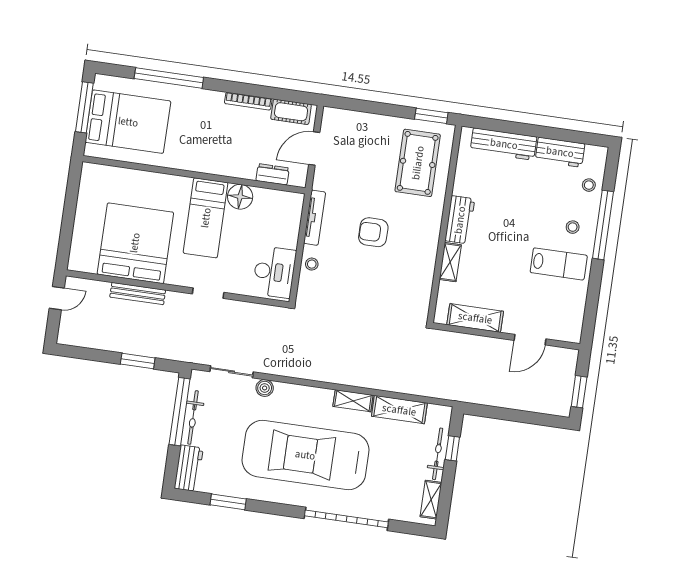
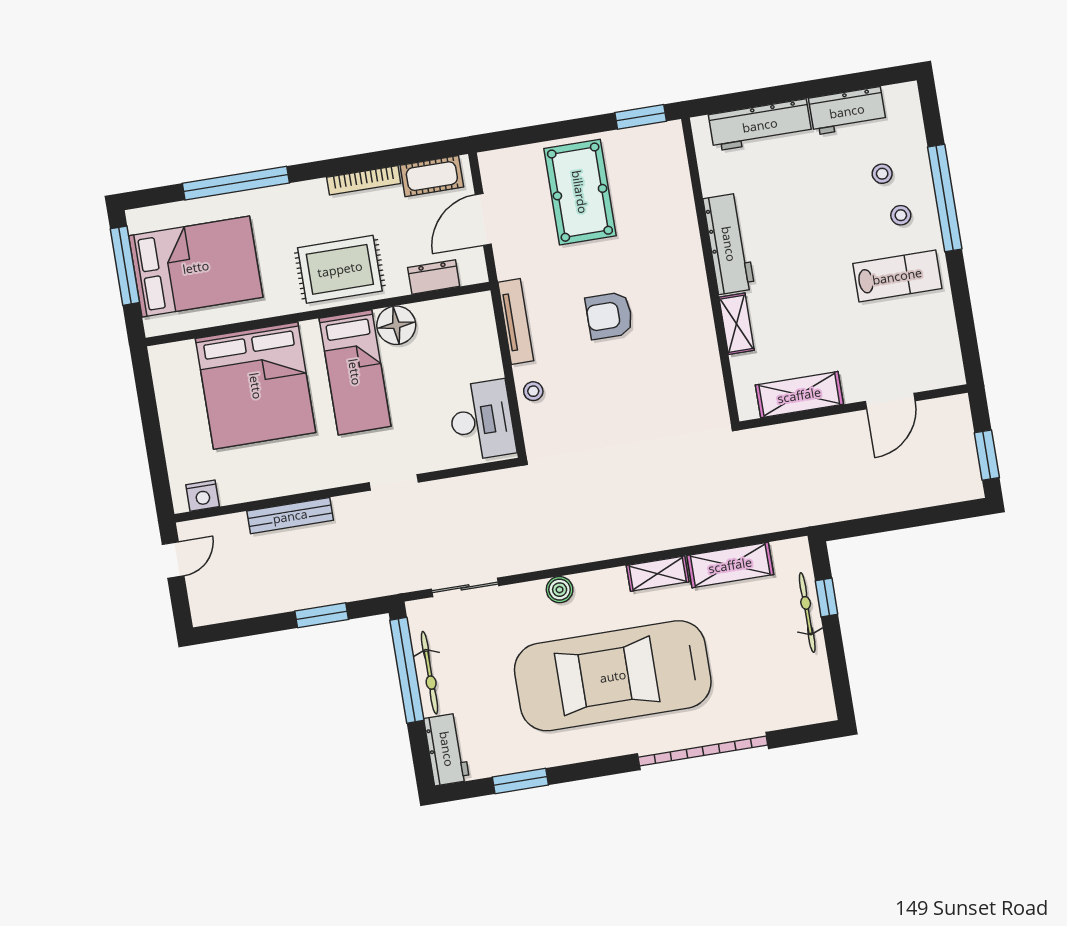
rug: (216, 151) -> (340, 269), added
pool table: (418, 163) -> (580, 192), moved
stool: (589, 185) -> (882, 174), moved
workbench: (460, 220) -> (729, 244), width x1.38
bed: (135, 243) -> (256, 386), moved, turned 180
nightstand: (88, 264) -> (203, 496), added
boiler: (265, 388) -> (560, 590), moved
shelving: (431, 500) -> (819, 683), removed

